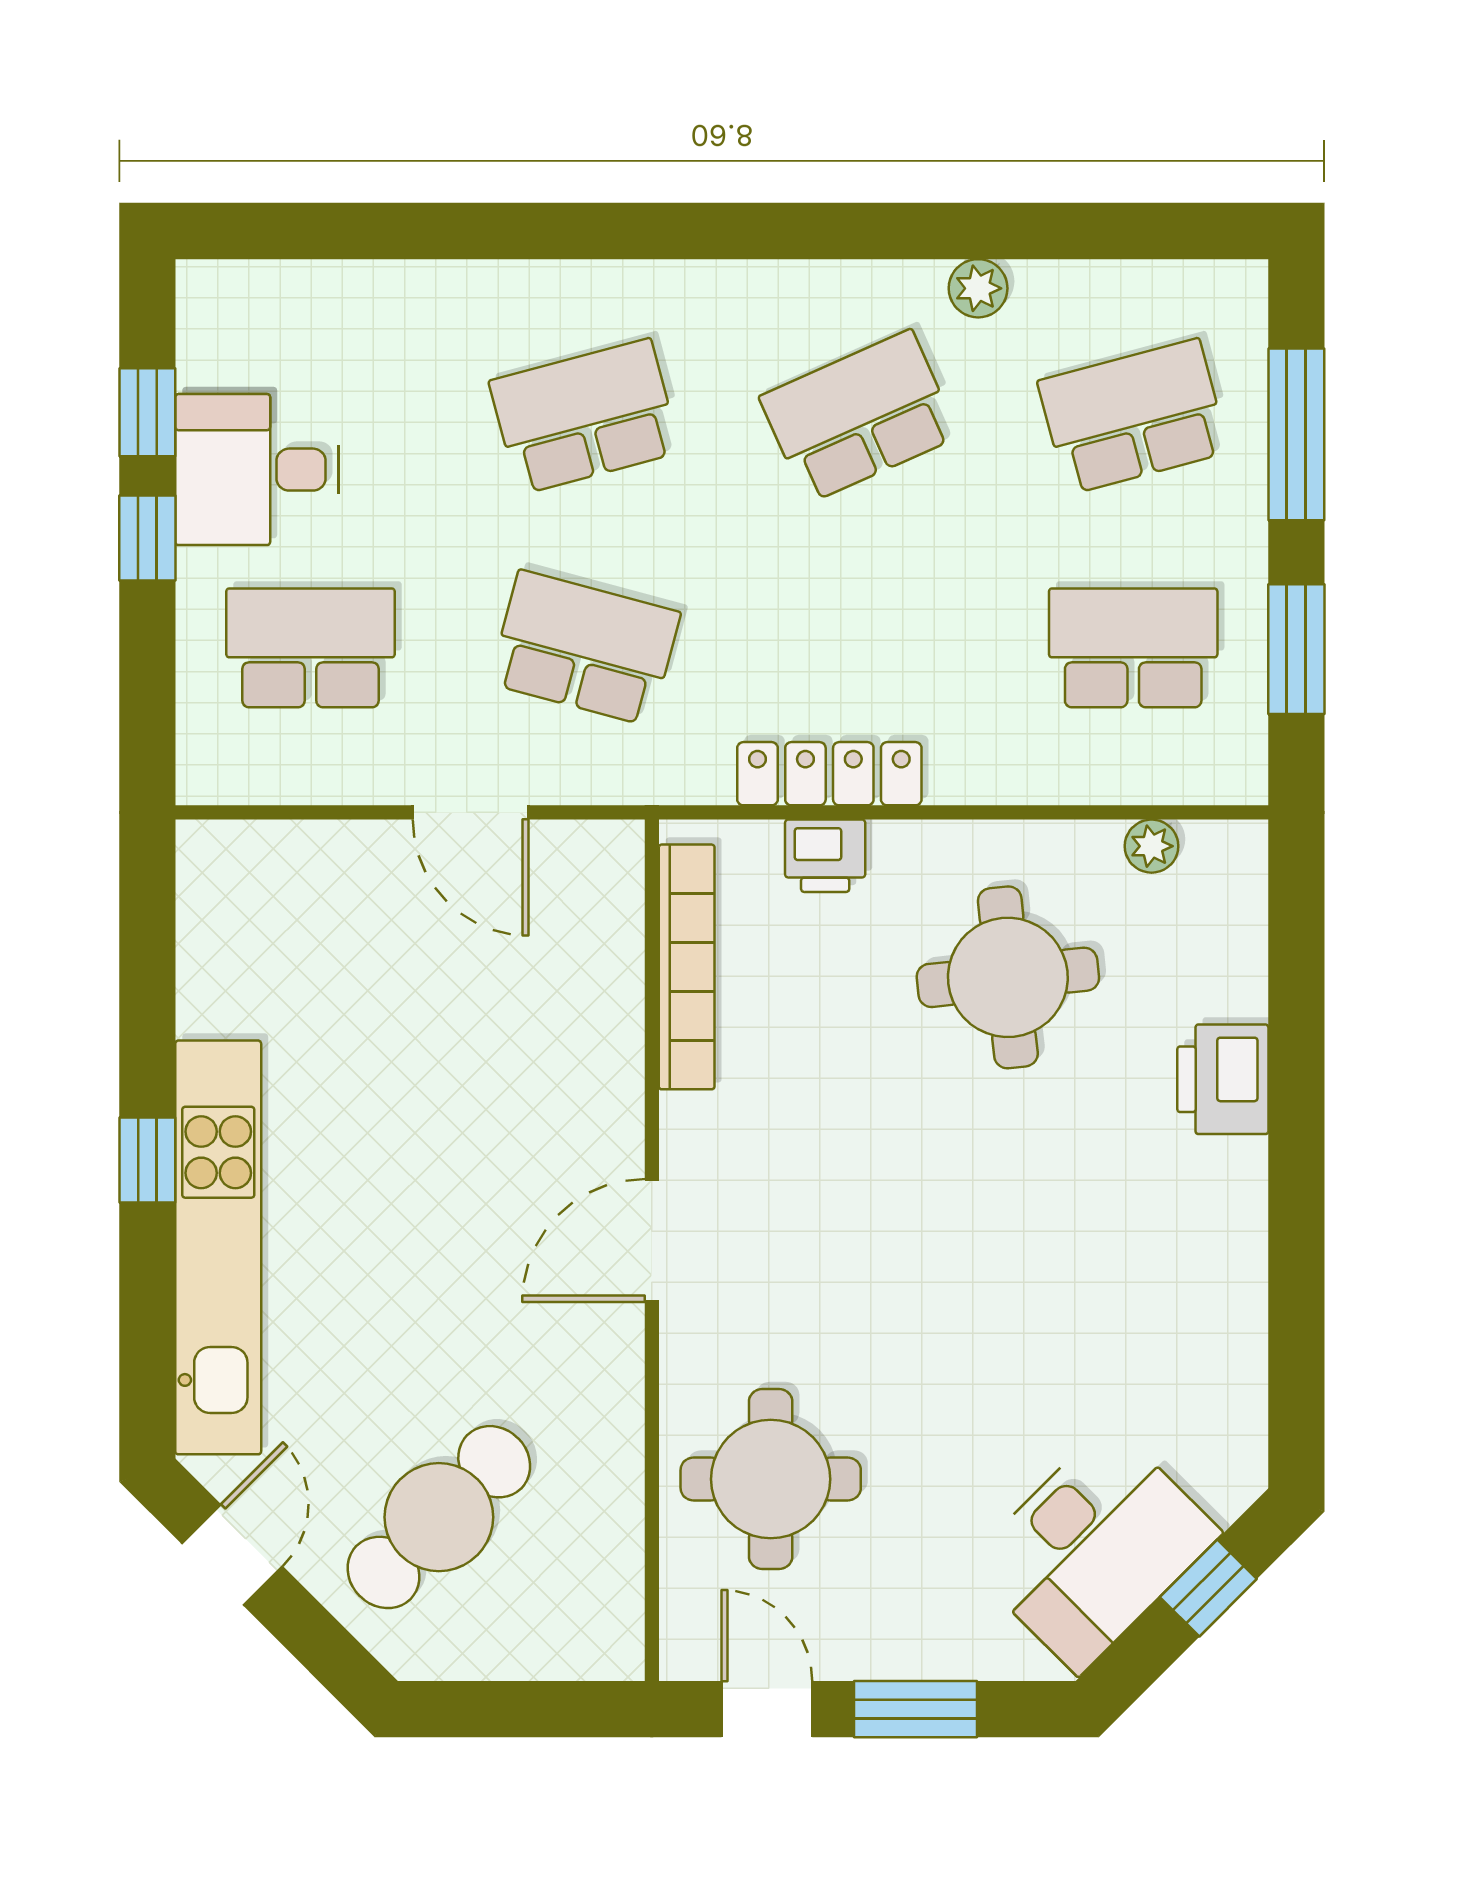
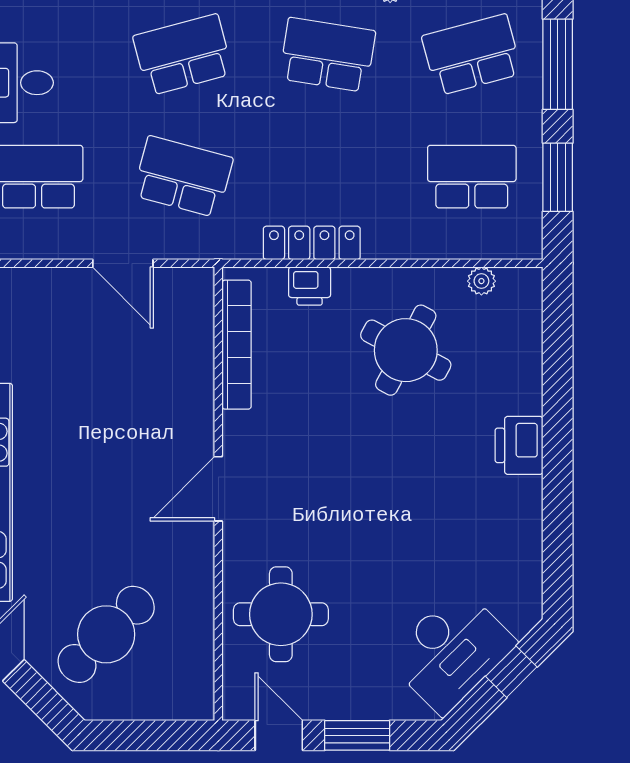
school desk: (859, 417) -> (327, 55), turned 33
round table: (1008, 977) -> (406, 350), turned 34
printer: (1223, 1079) -> (519, 445), moved

